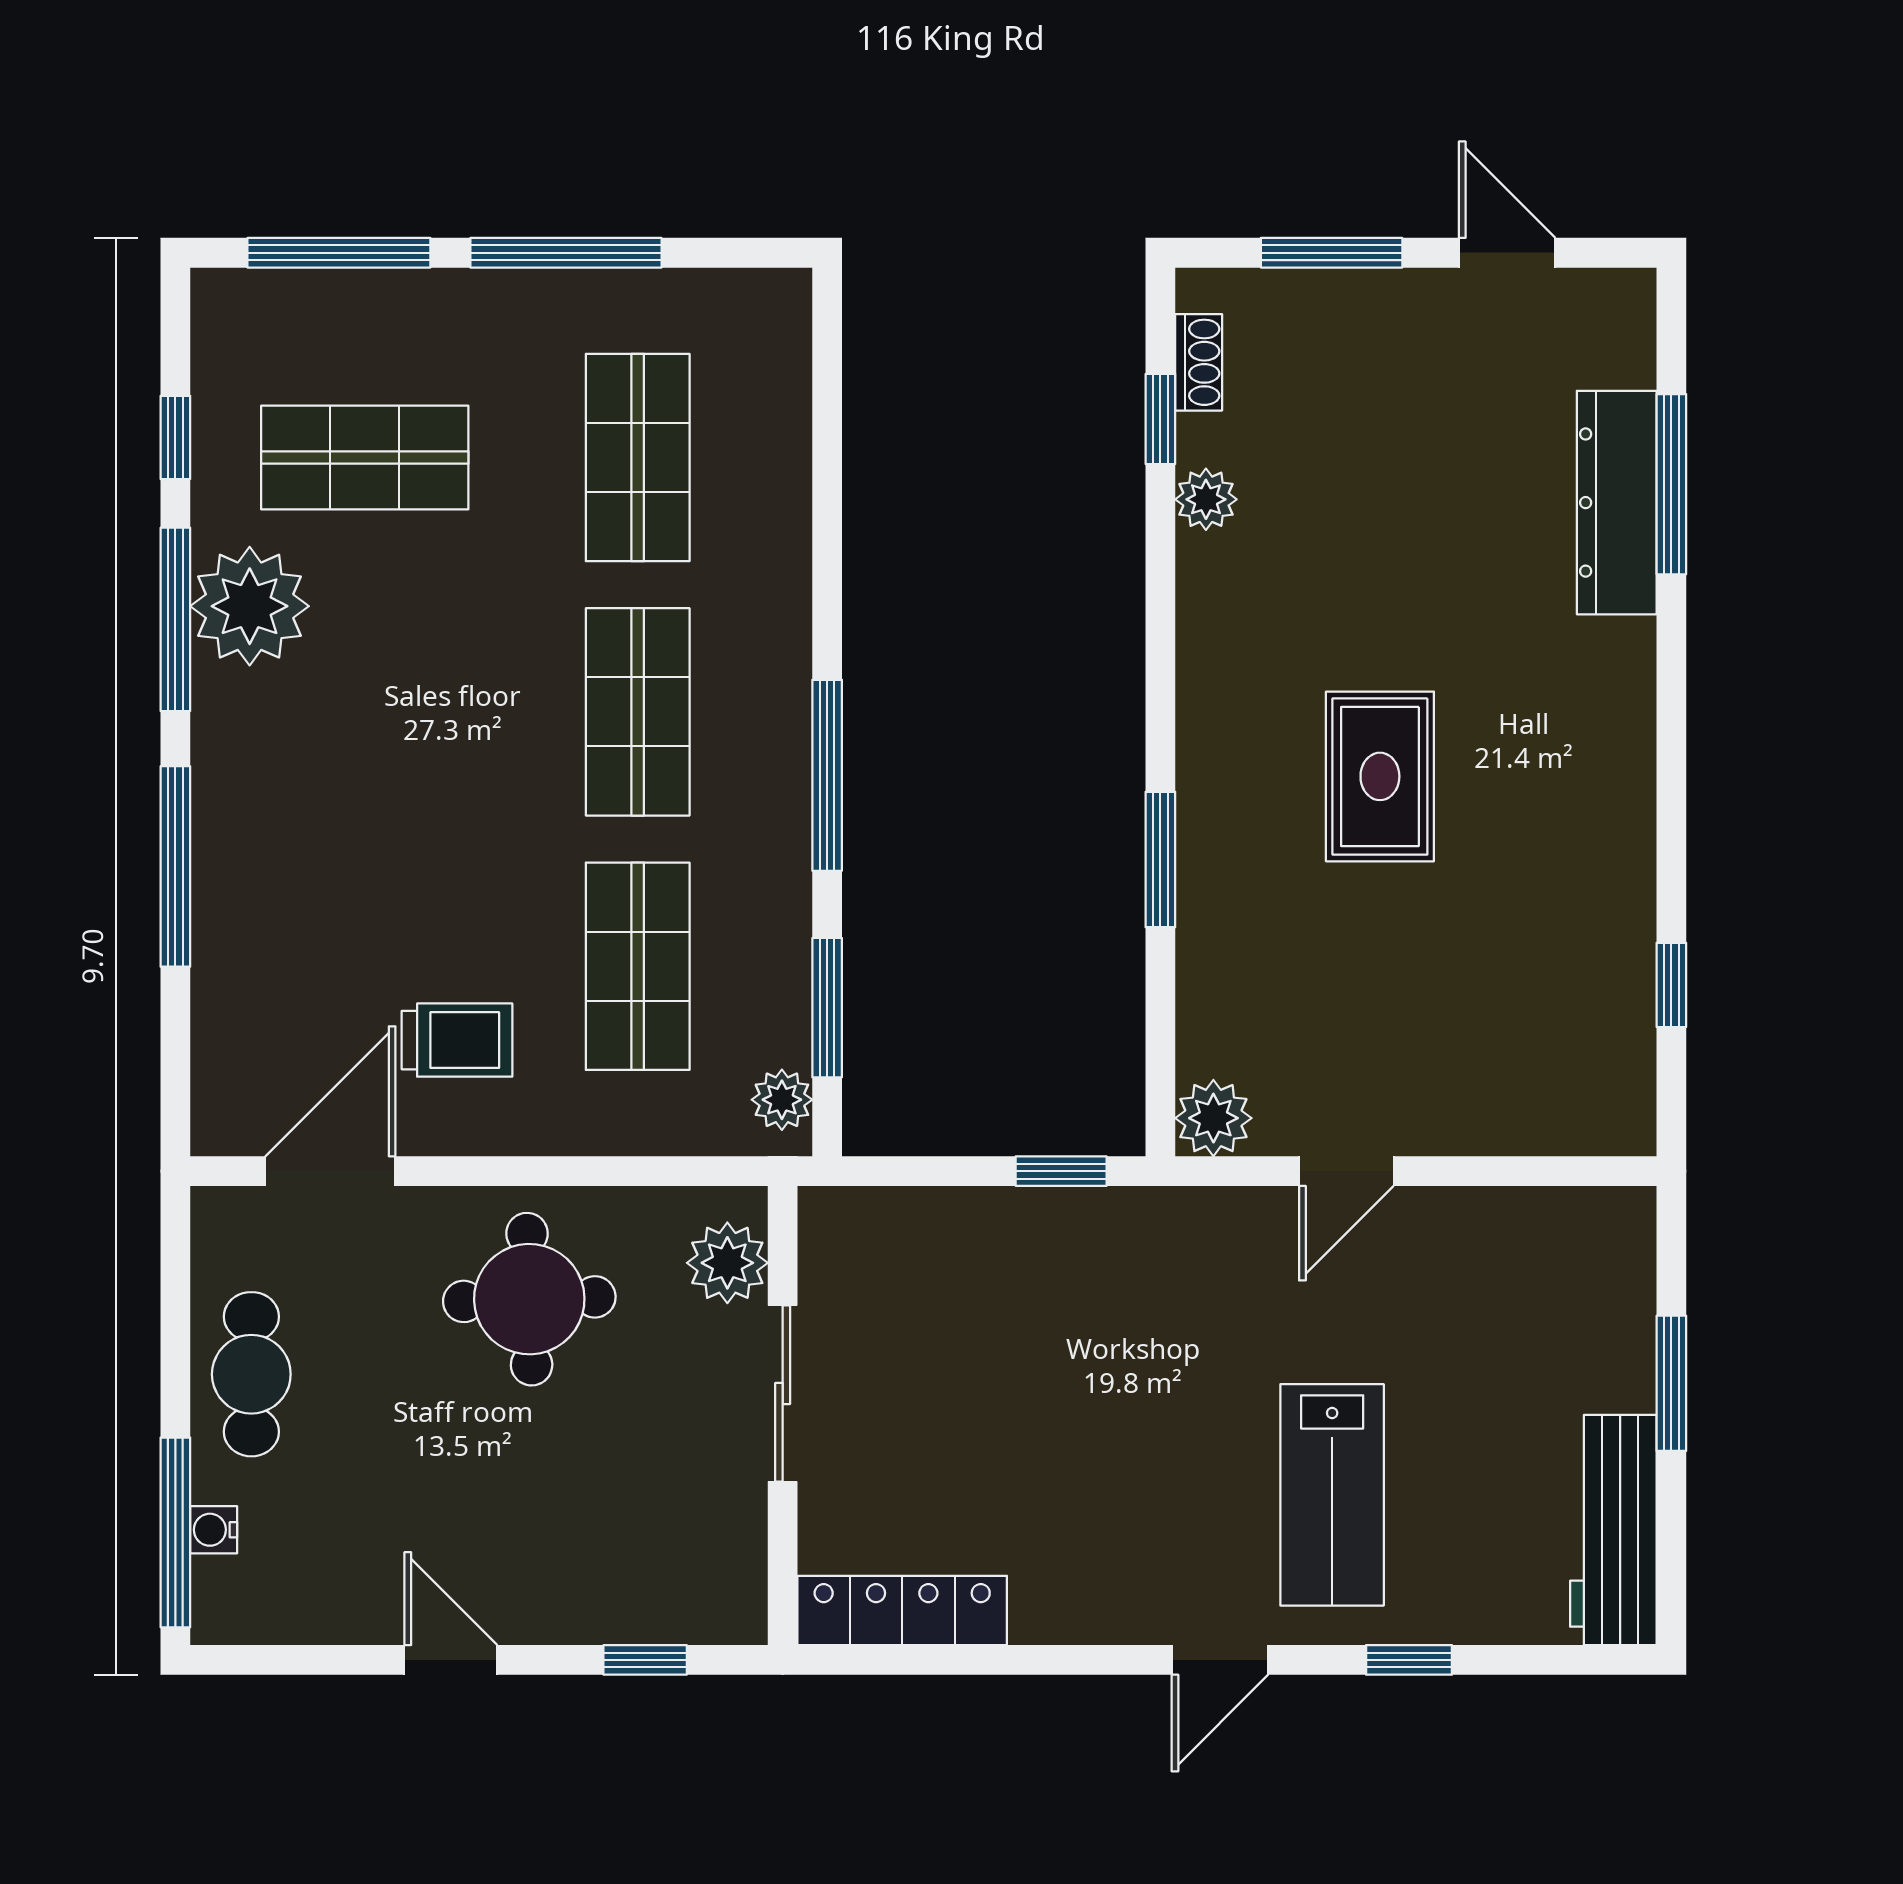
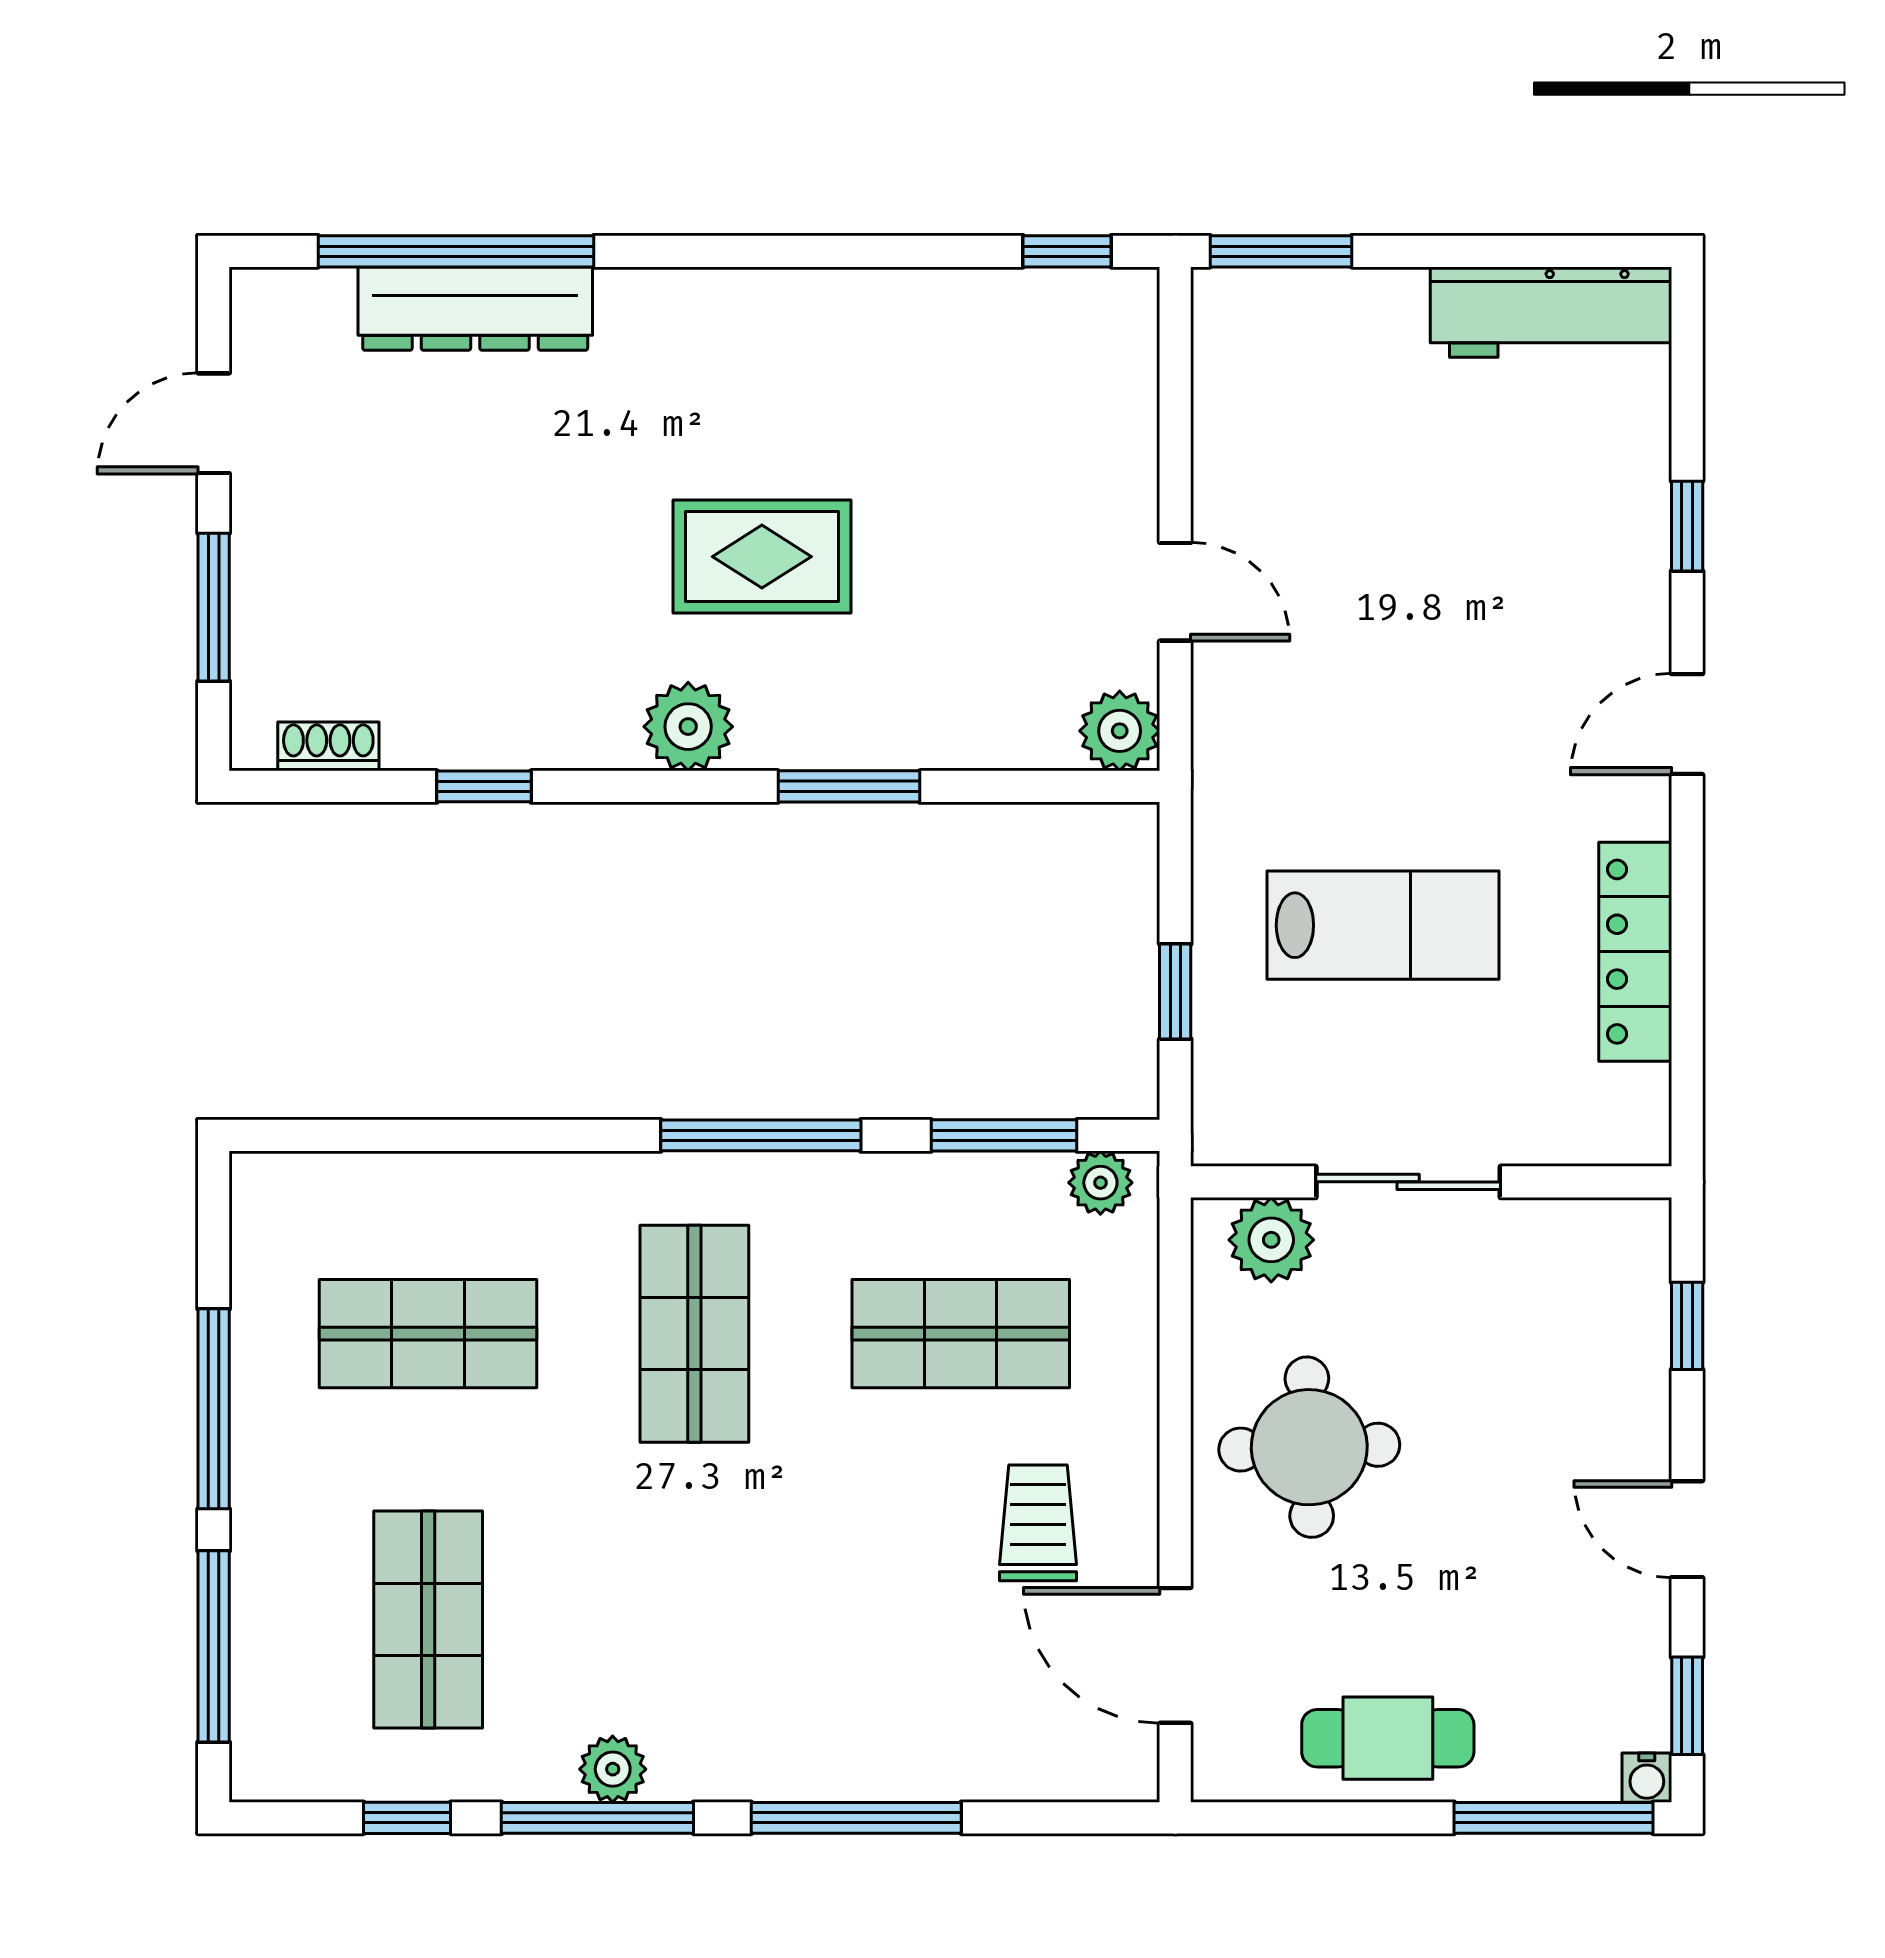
window: (1160, 419) -> (484, 786), moved
window: (1671, 484) -> (456, 251), width x1.46
plant: (1206, 499) -> (688, 727), moved, width x1.38, depth x1.38
plant: (250, 606) -> (613, 1769), width x0.53, depth x0.53
shop shelf: (638, 712) -> (694, 1334), turned 90
window: (1671, 985) -> (1067, 251), moved
window: (1061, 1171) -> (1175, 991), moved
window: (1671, 1383) -> (1281, 251), moved
lab bench: (1332, 1495) -> (1383, 925), moved
water cooler: (214, 1530) -> (1647, 1778), moved
locker: (902, 1610) -> (1635, 952), moved
window: (282, 1660) -> (1687, 1706), added
door: (451, 1660) -> (1687, 1529), hinge flipped
door: (1220, 1660) -> (1687, 724), swing flipped

